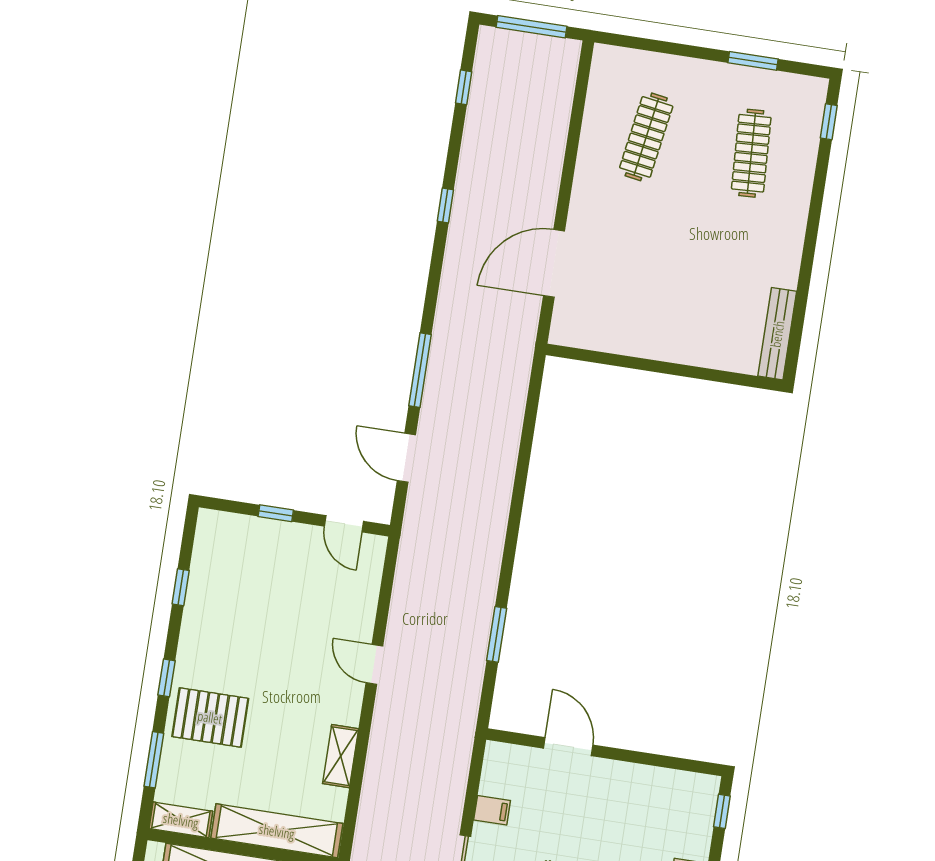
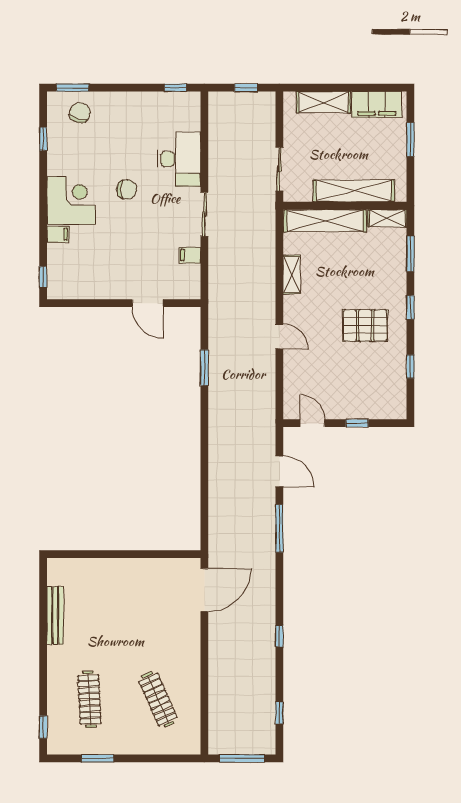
clothes rail: (646, 137) -> (158, 699), turned -33
door: (554, 263) -> (204, 590), moved
bench: (777, 334) -> (55, 615), moved
pallet: (210, 717) -> (365, 326), moved

